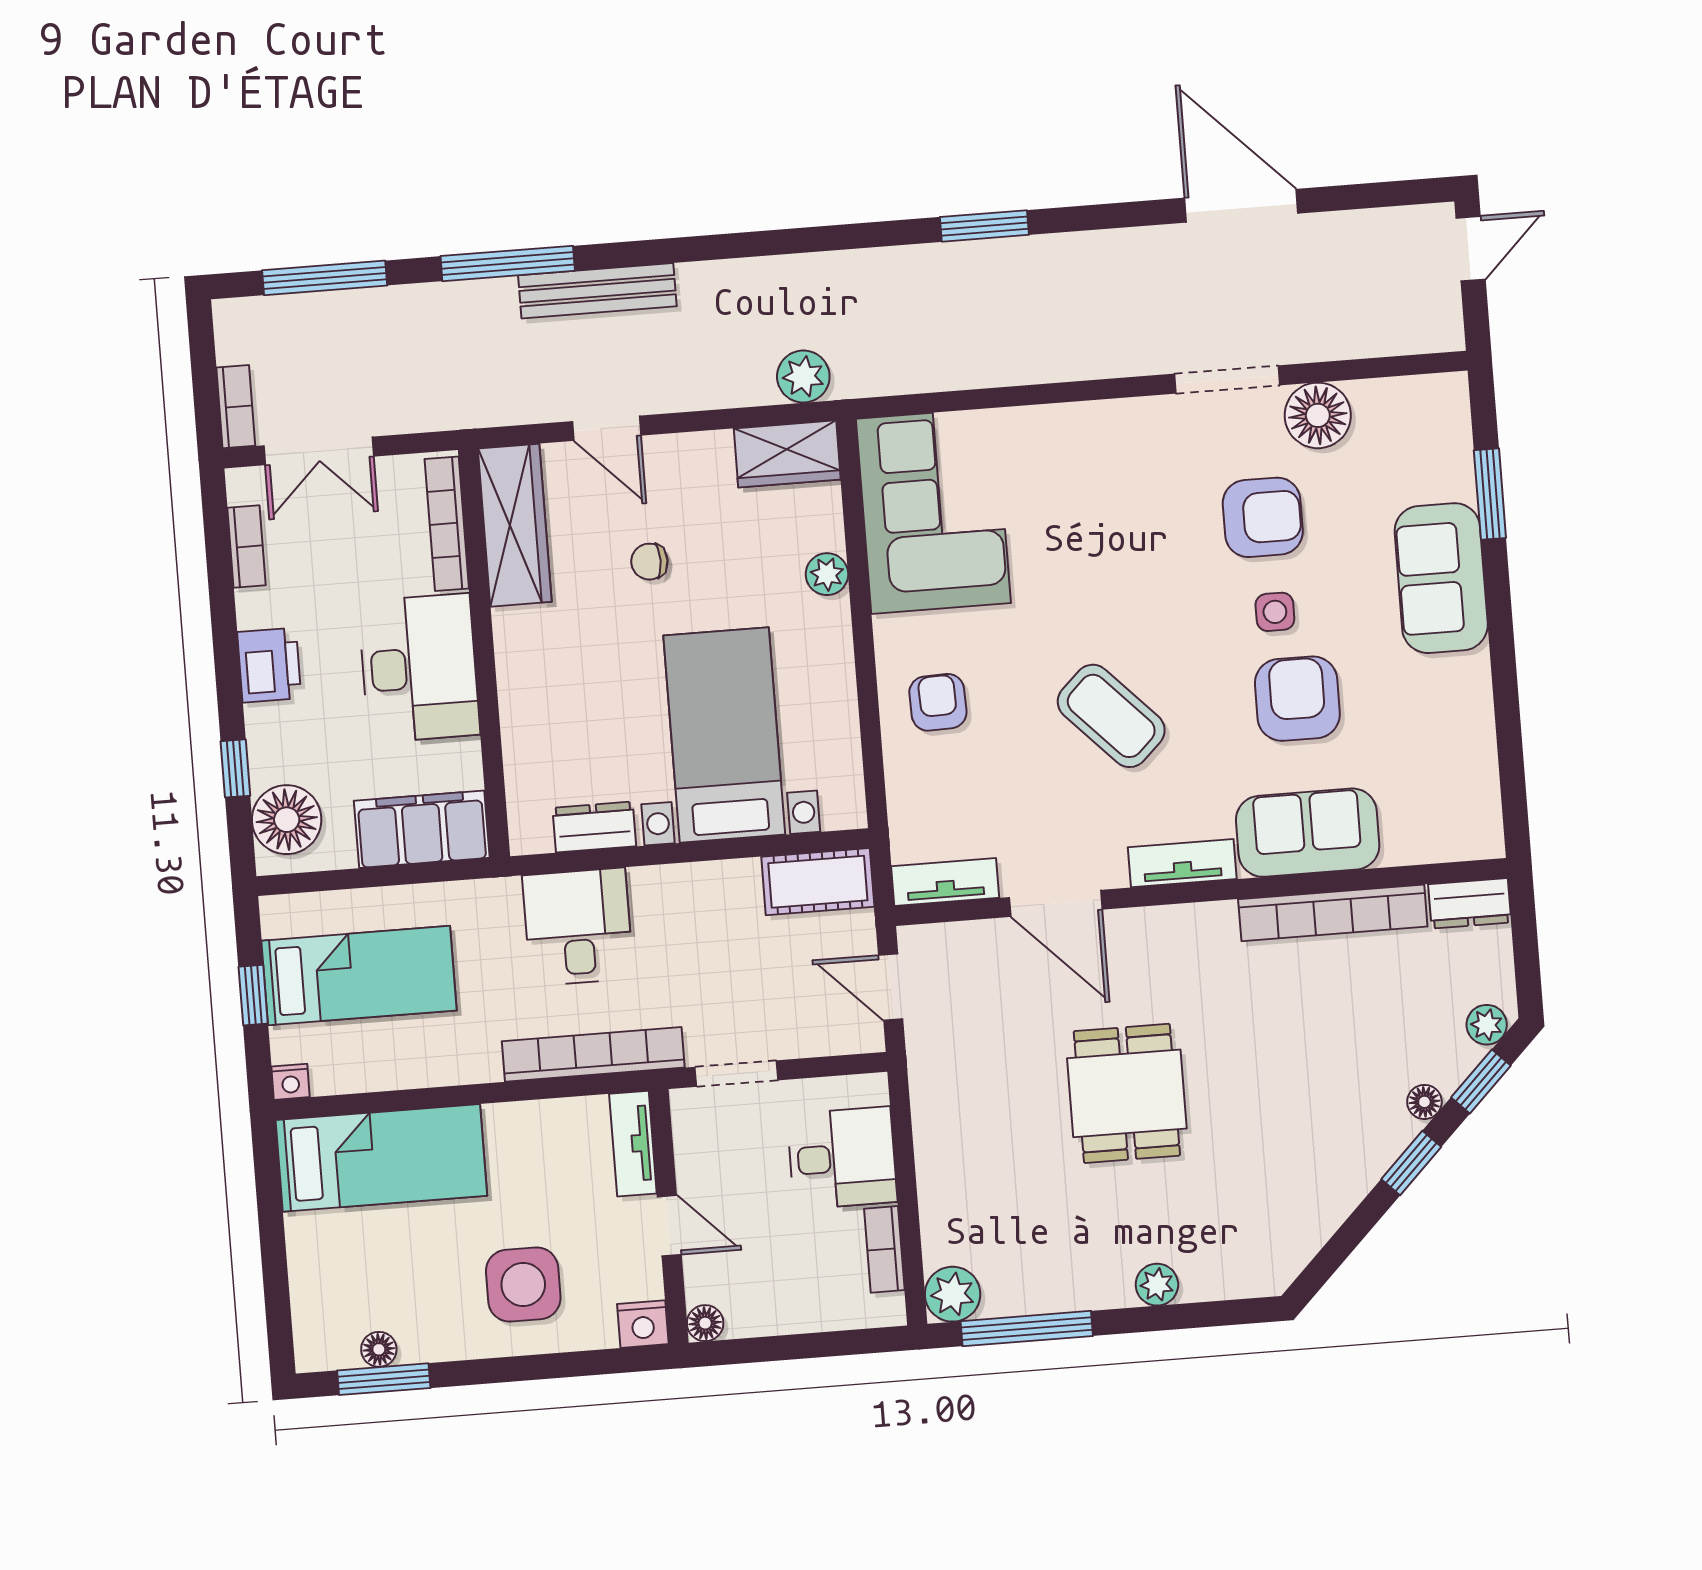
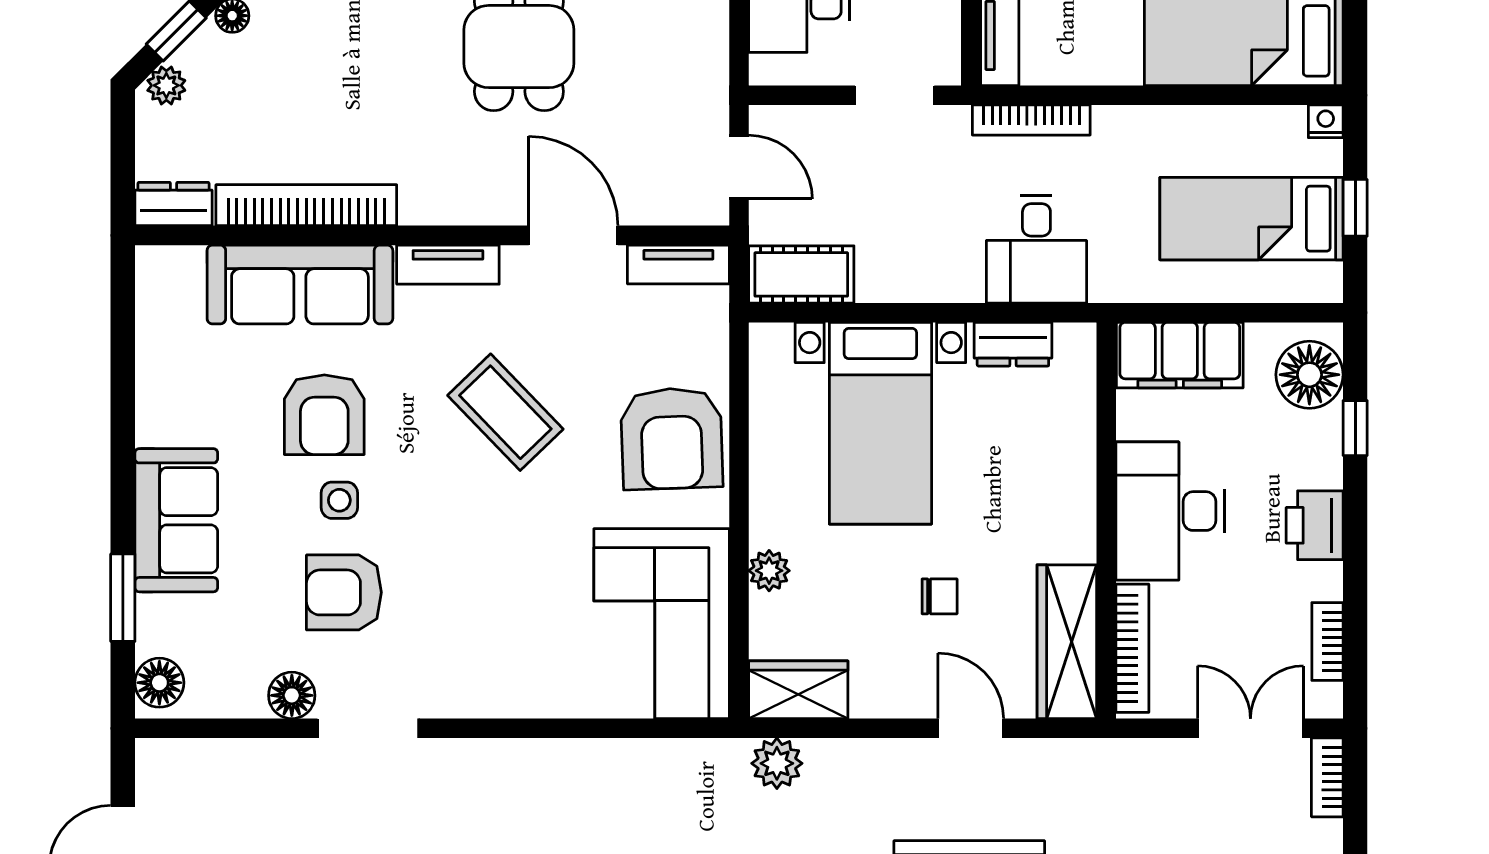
floor lamp: (1445, 409) -> (159, 683), added
floor lamp: (1318, 415) -> (292, 695), width x0.73, depth x0.73
armchair: (938, 702) -> (672, 439), width x1.88, depth x1.88
sofa: (1308, 833) -> (300, 285), width x1.36
bookcase: (593, 1054) -> (1031, 120), width x0.68, depth x0.76

